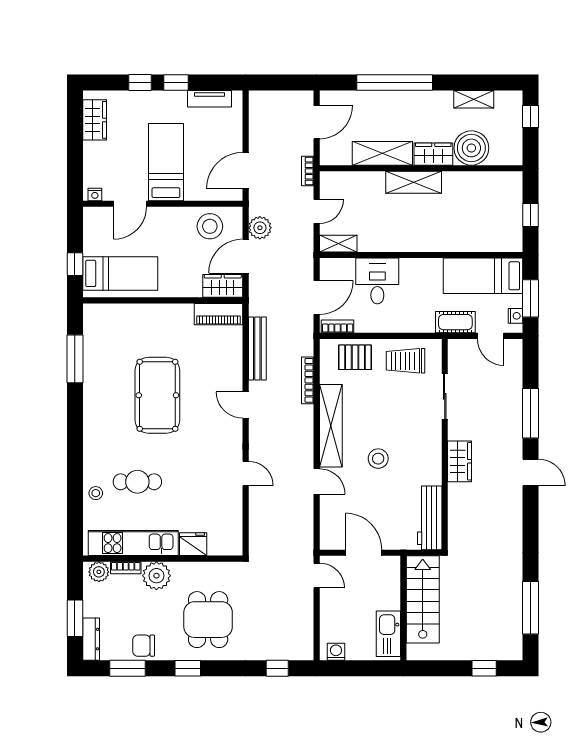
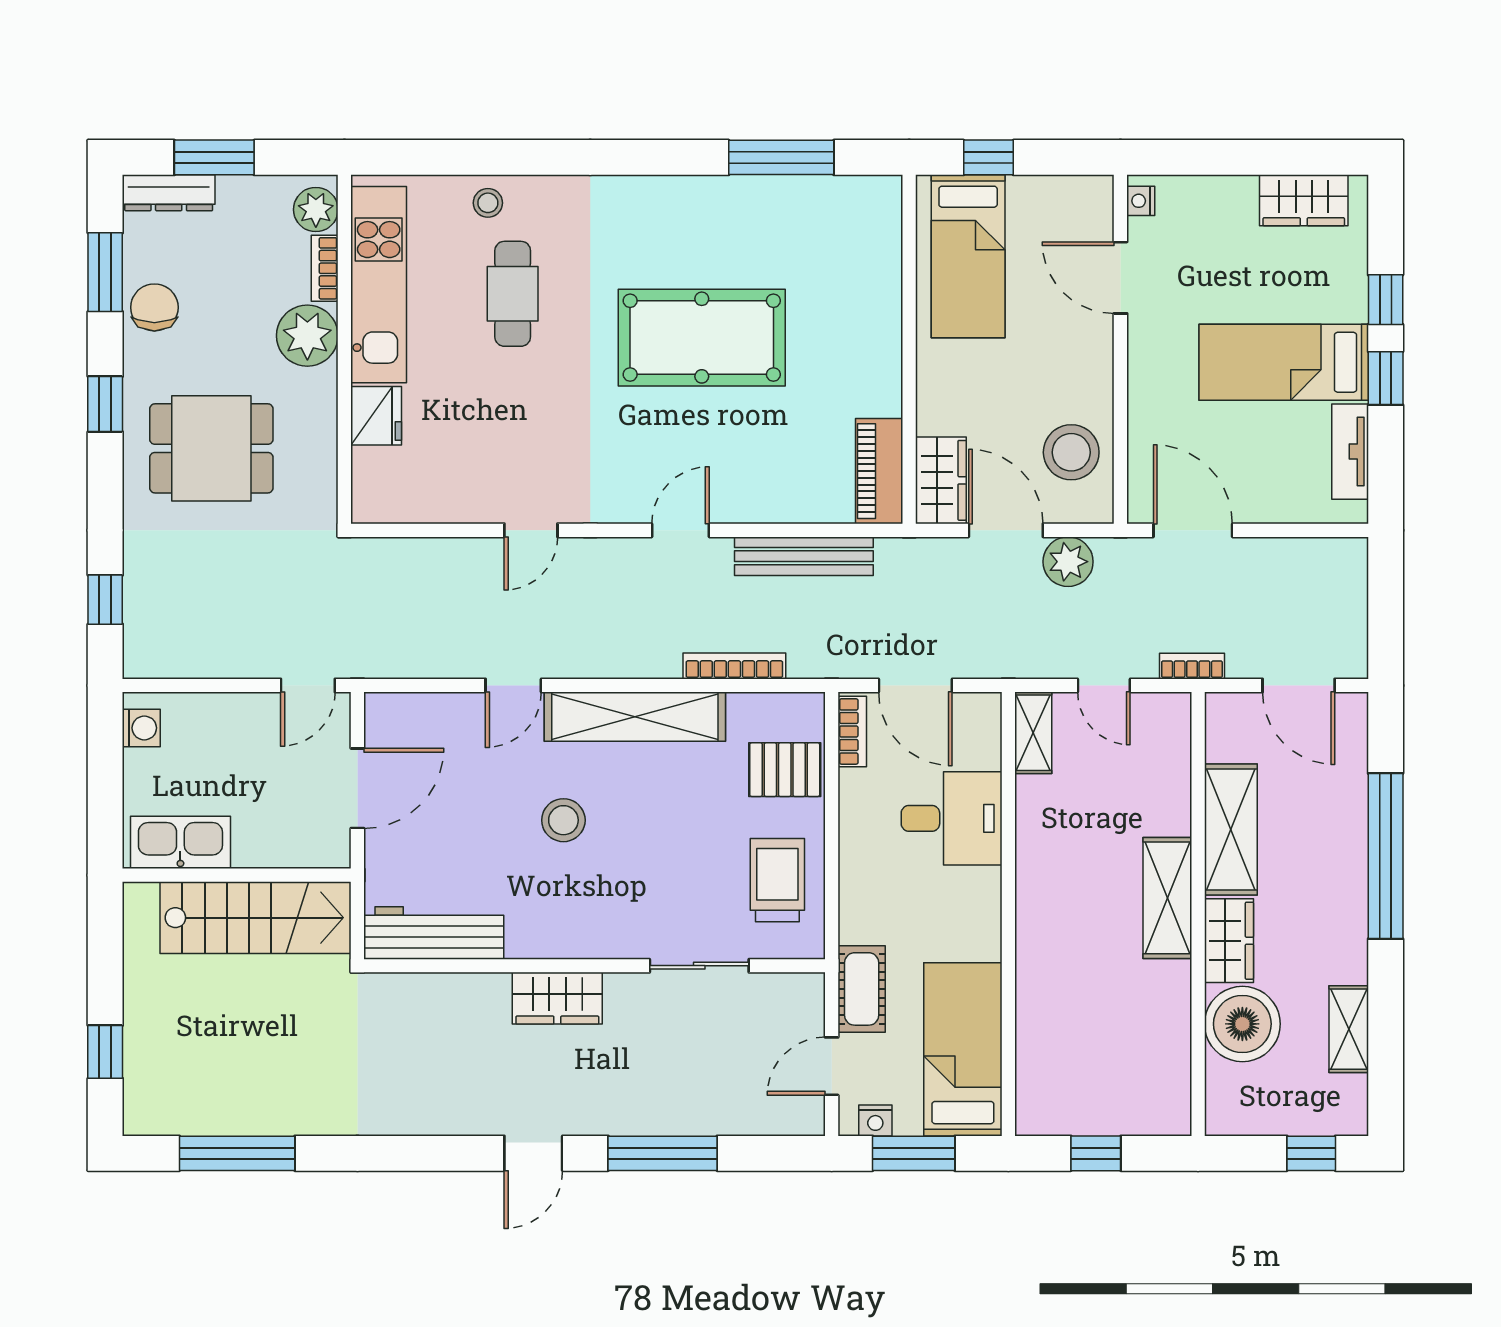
bed: (166, 162) -> (1284, 362), moved, turned 180
pallet: (355, 357) -> (785, 770), turned 90

